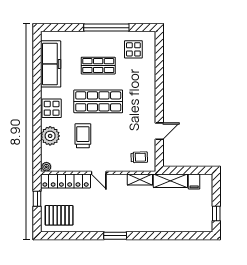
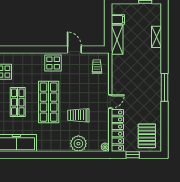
display table: (52, 108) -> (53, 63), moved
shelving: (140, 180) -> (156, 37), moved
window: (115, 236) -> (164, 87), width x1.44

